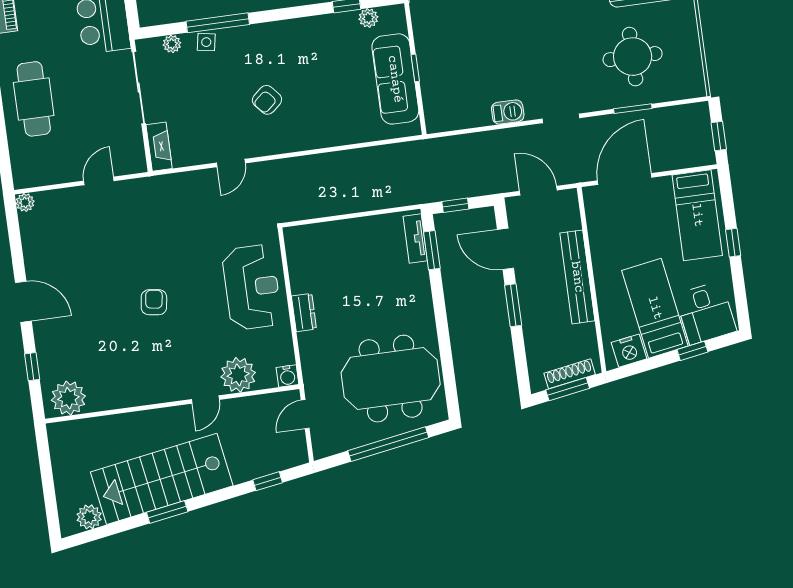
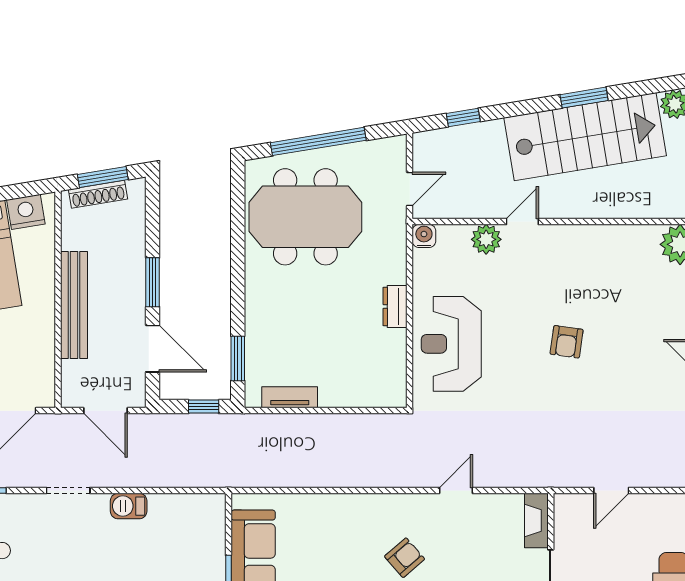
tv unit: (415, 239) -> (290, 397), moved, turned -90
plant: (238, 375) -> (486, 239), width x0.73, depth x0.73

